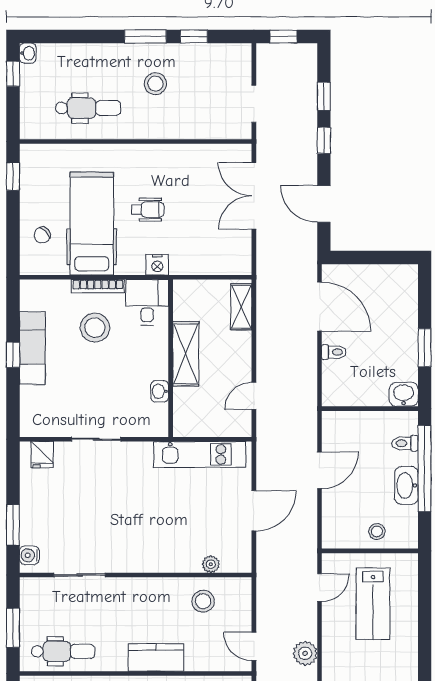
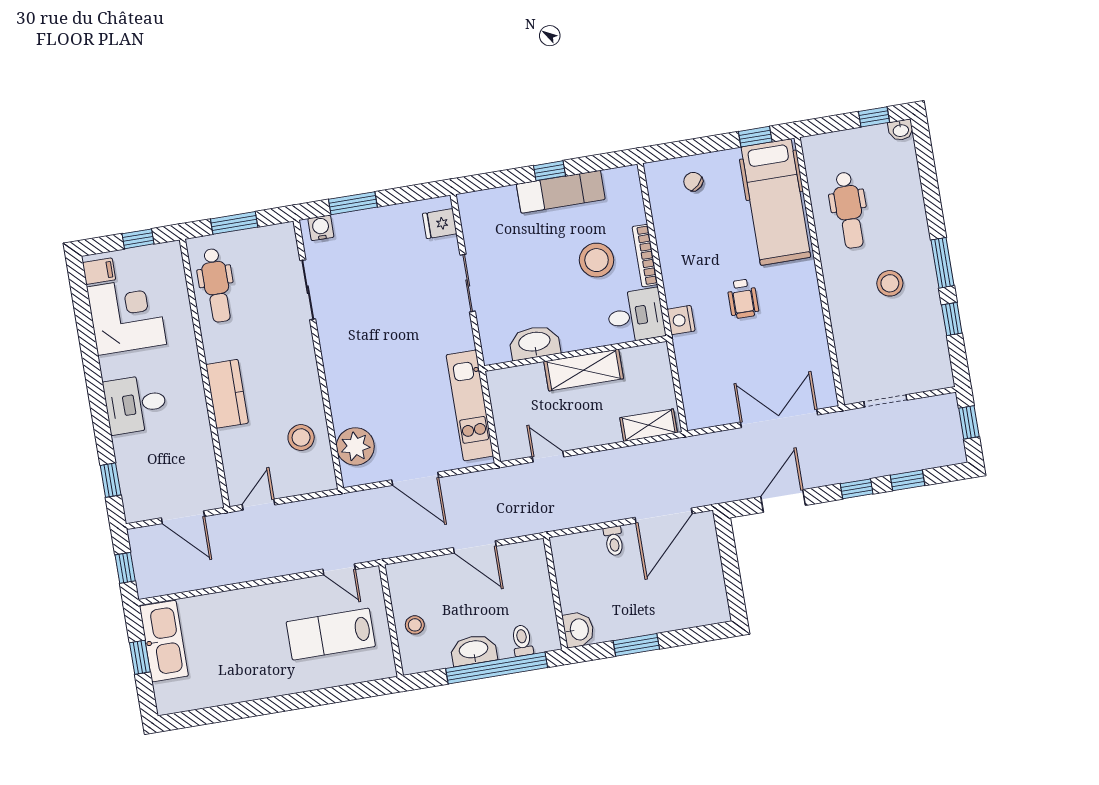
hospital bed: (92, 224) -> (776, 202), moved, turned 90
washbasin: (160, 391) -> (534, 343), width x1.91, depth x1.45
plant: (211, 564) -> (355, 446), width x1.88, depth x1.88
plant: (305, 653) -> (260, 565), removed

